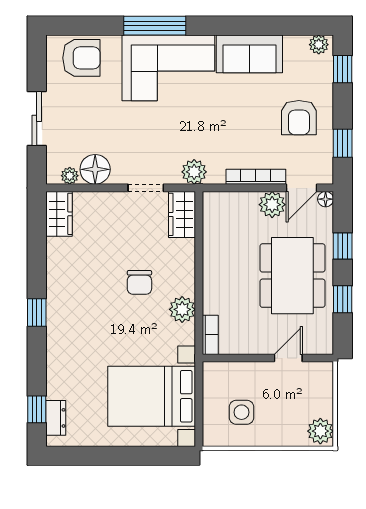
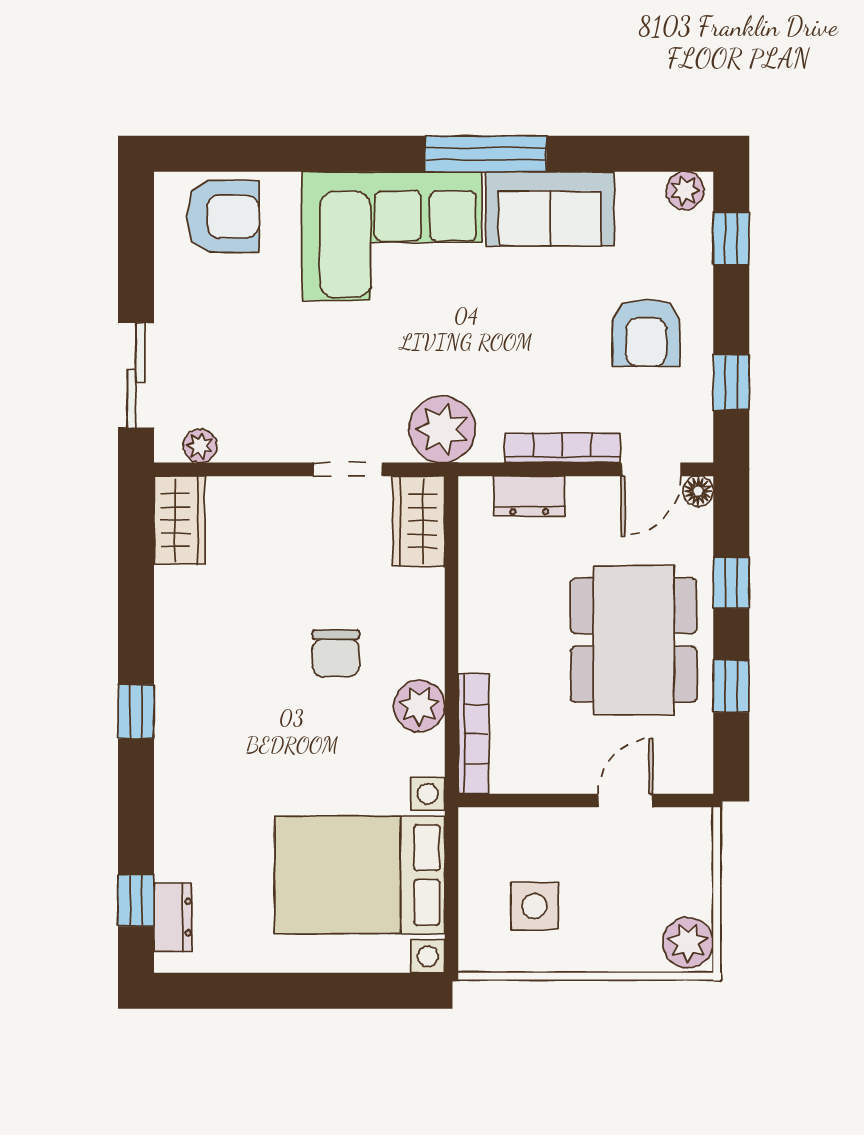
window: (155, 26) -> (486, 154), moved
sliding door: (37, 118) -> (136, 376), moved
floor lamp: (95, 169) -> (250, 433), removed
plant: (194, 172) -> (442, 429), width x1.36, depth x1.36
dresser: (239, 202) -> (529, 496), added
plant: (272, 205) -> (594, 502), removed
bookcase: (210, 335) -> (474, 734), width x1.56

